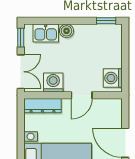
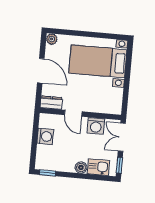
washing machine: (113, 78) -> (45, 136), moved
door: (82, 95) -> (73, 113), swing flipped
dresser: (42, 106) -> (51, 103), moved, width x0.70

